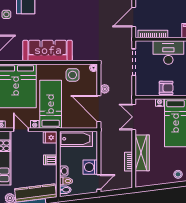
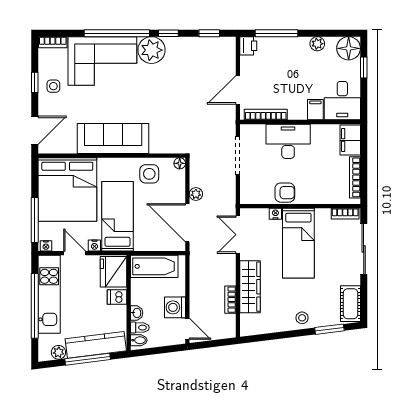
fridge: (50, 138) -> (113, 272), width x1.88, depth x1.34
door: (99, 182) -> (187, 329), hinge flipped

